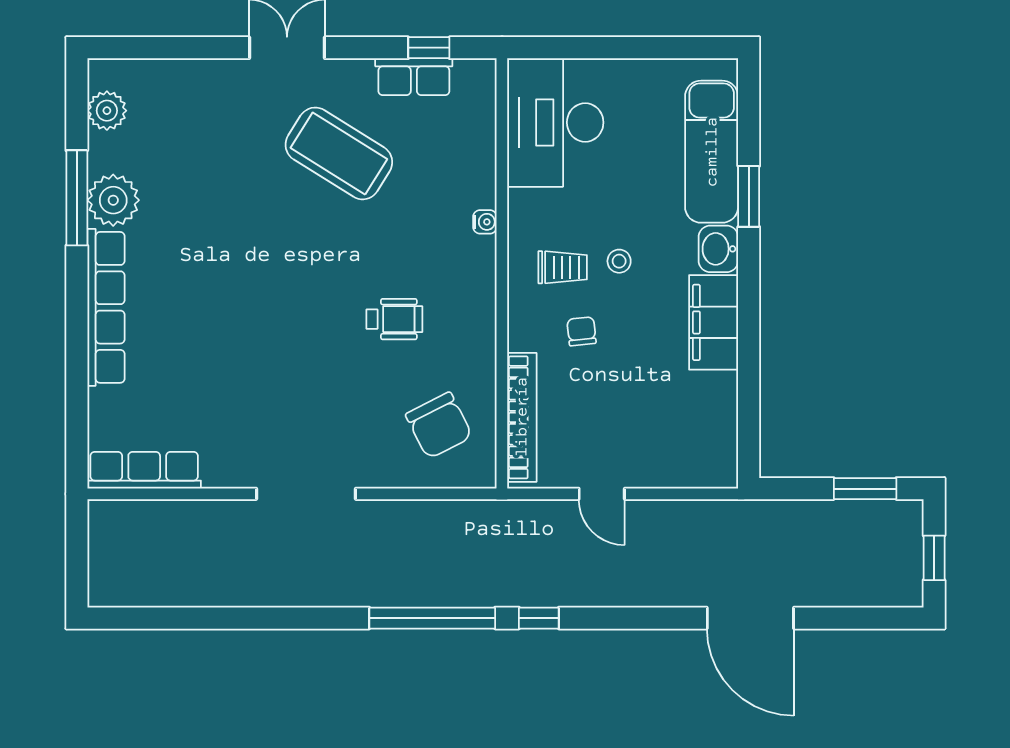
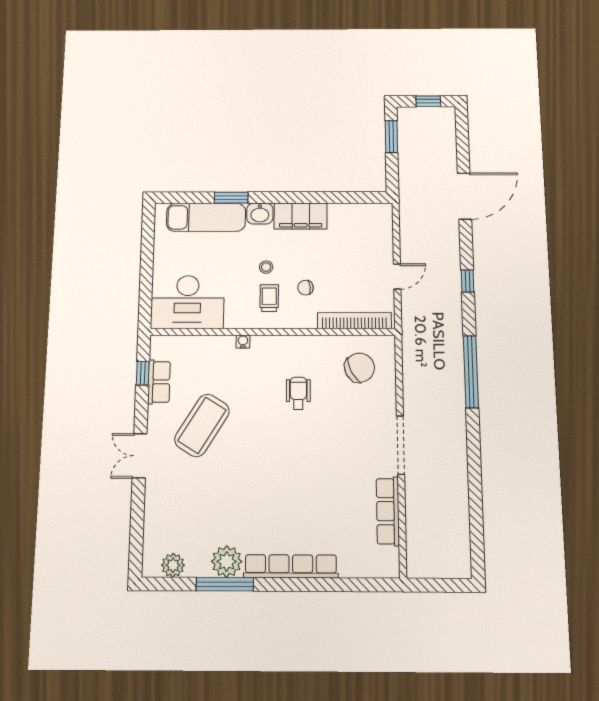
row of seats: (144, 470) -> (388, 511), moved
window: (539, 618) -> (468, 281), moved

